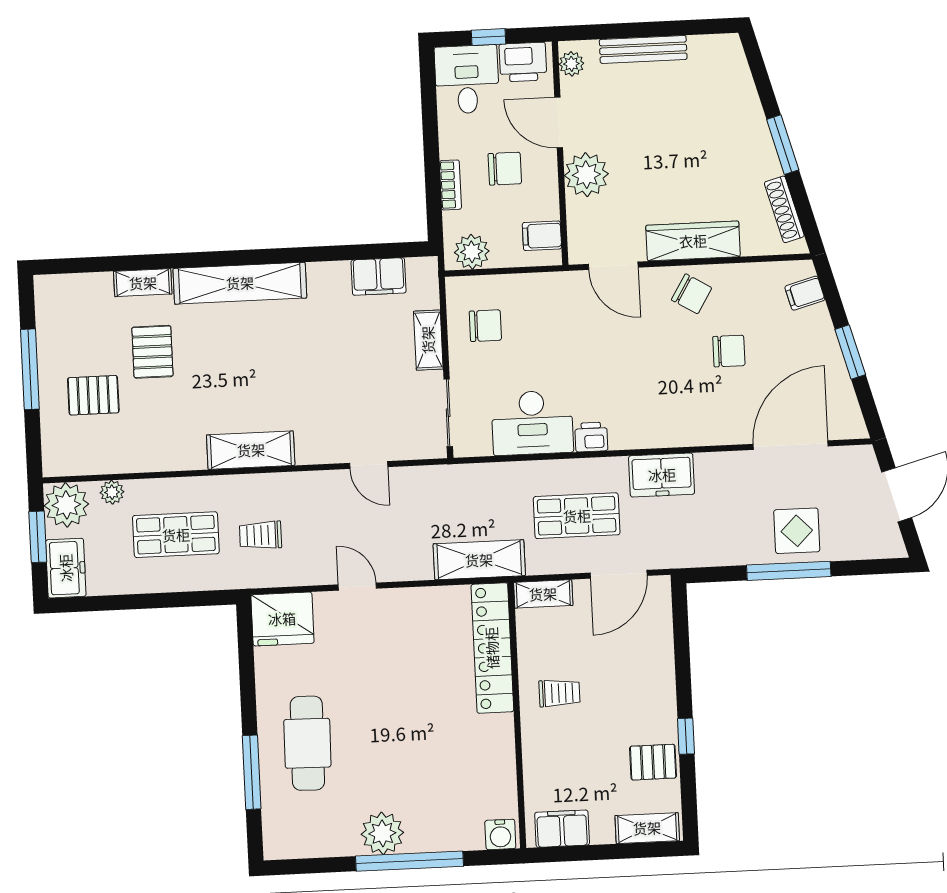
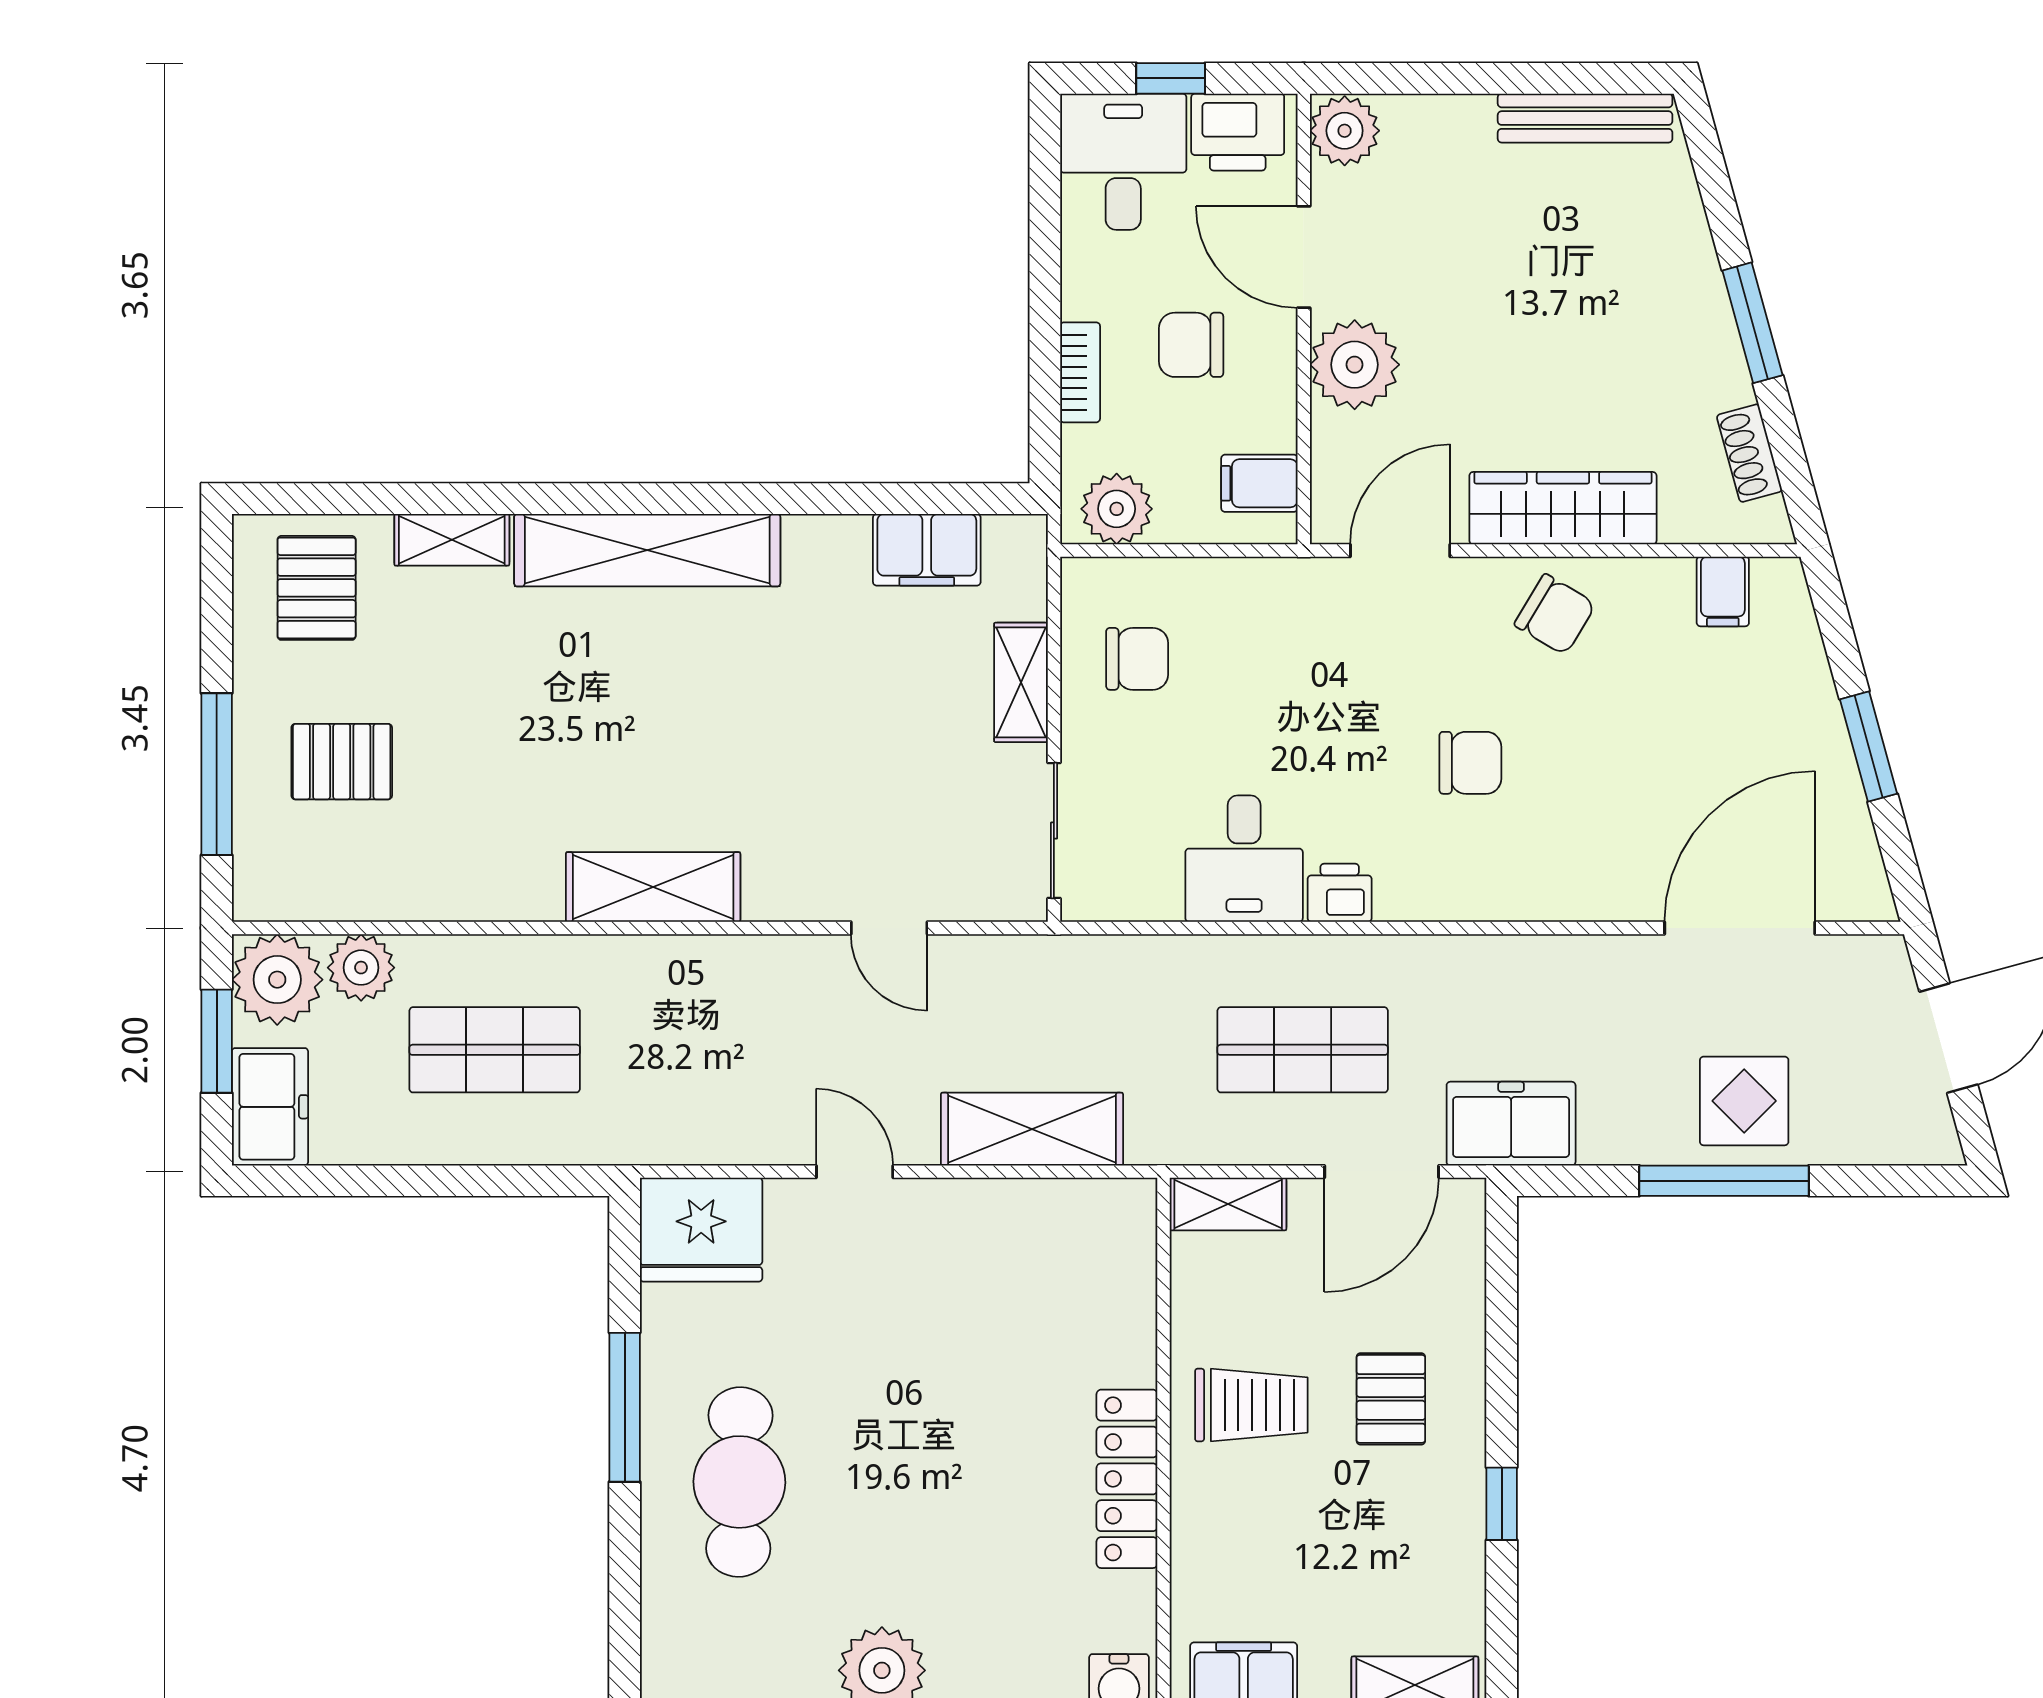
bench: (643, 49) -> (1585, 118), moved
plant: (571, 64) -> (1345, 131), width x1.38, depth x1.38
chair: (505, 169) -> (1191, 345), turned 180
shoe rack: (784, 209) -> (1749, 453), width x0.70
door: (613, 266) -> (1400, 550), swing flipped
filing cabinet: (805, 293) -> (1723, 591), moved, turned -75
chair: (729, 351) -> (1470, 763), moved
pallet: (152, 352) -> (317, 588), moved
window: (30, 369) -> (217, 774), moved
desk: (532, 423) -> (1244, 859), width x0.73
freezer: (662, 475) -> (1511, 1124), moved, turned 180
plant: (112, 492) -> (361, 968), width x1.38, depth x1.38
trolley: (260, 535) -> (665, 1059), removed
shelving: (479, 560) -> (1032, 1129), moved
locker: (492, 648) -> (1127, 1479), moved, width x0.71, depth x0.83
trolley: (559, 693) -> (1251, 1405), width x1.36, depth x1.39
pallet: (653, 762) -> (1391, 1399), moved, turned 90
window: (252, 772) -> (625, 1407), moved

